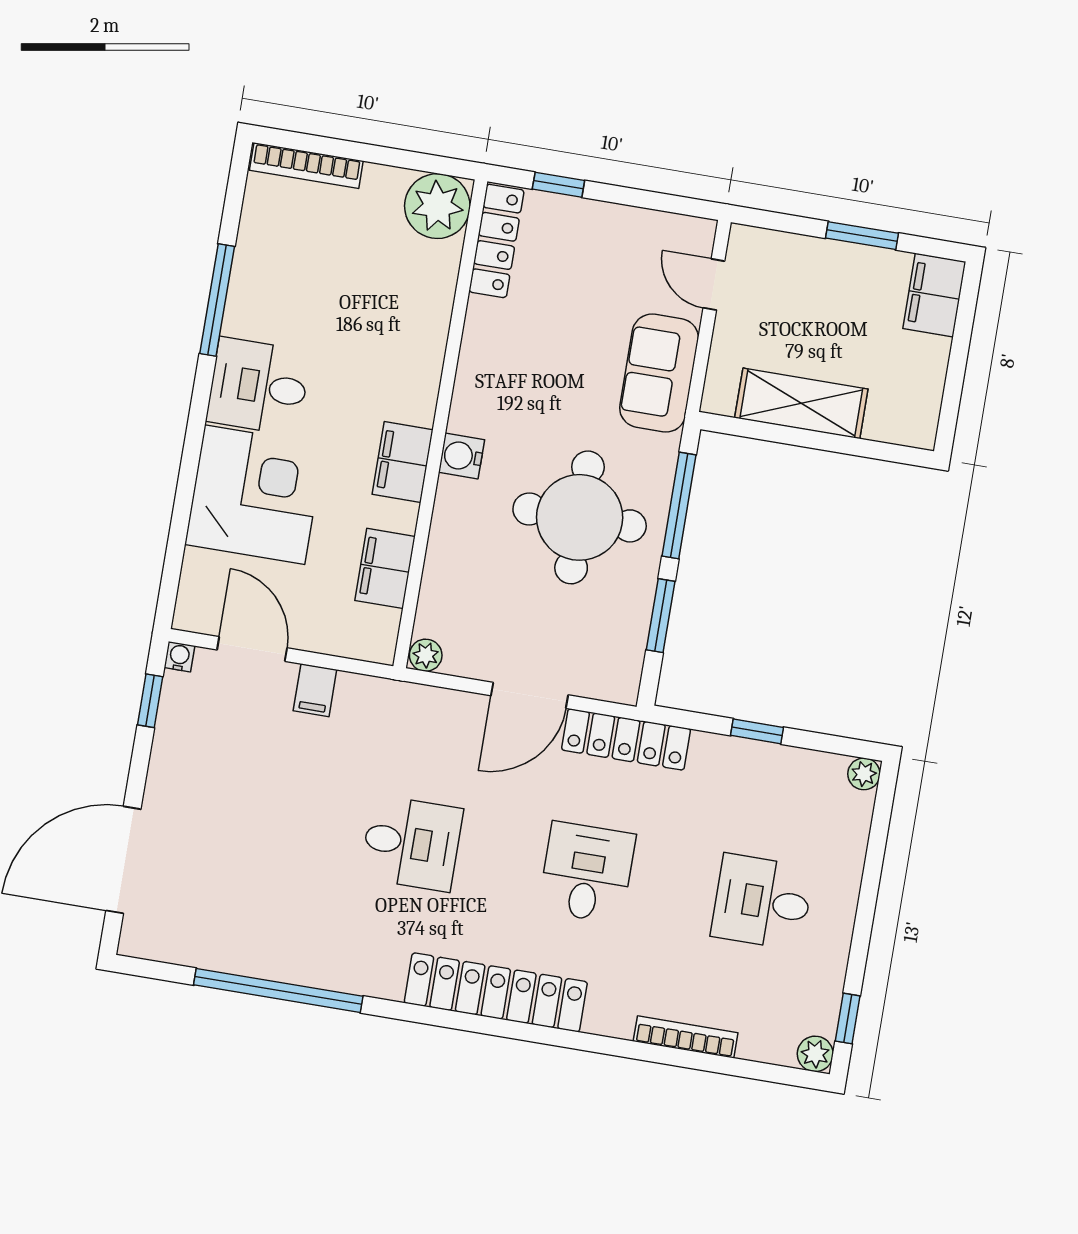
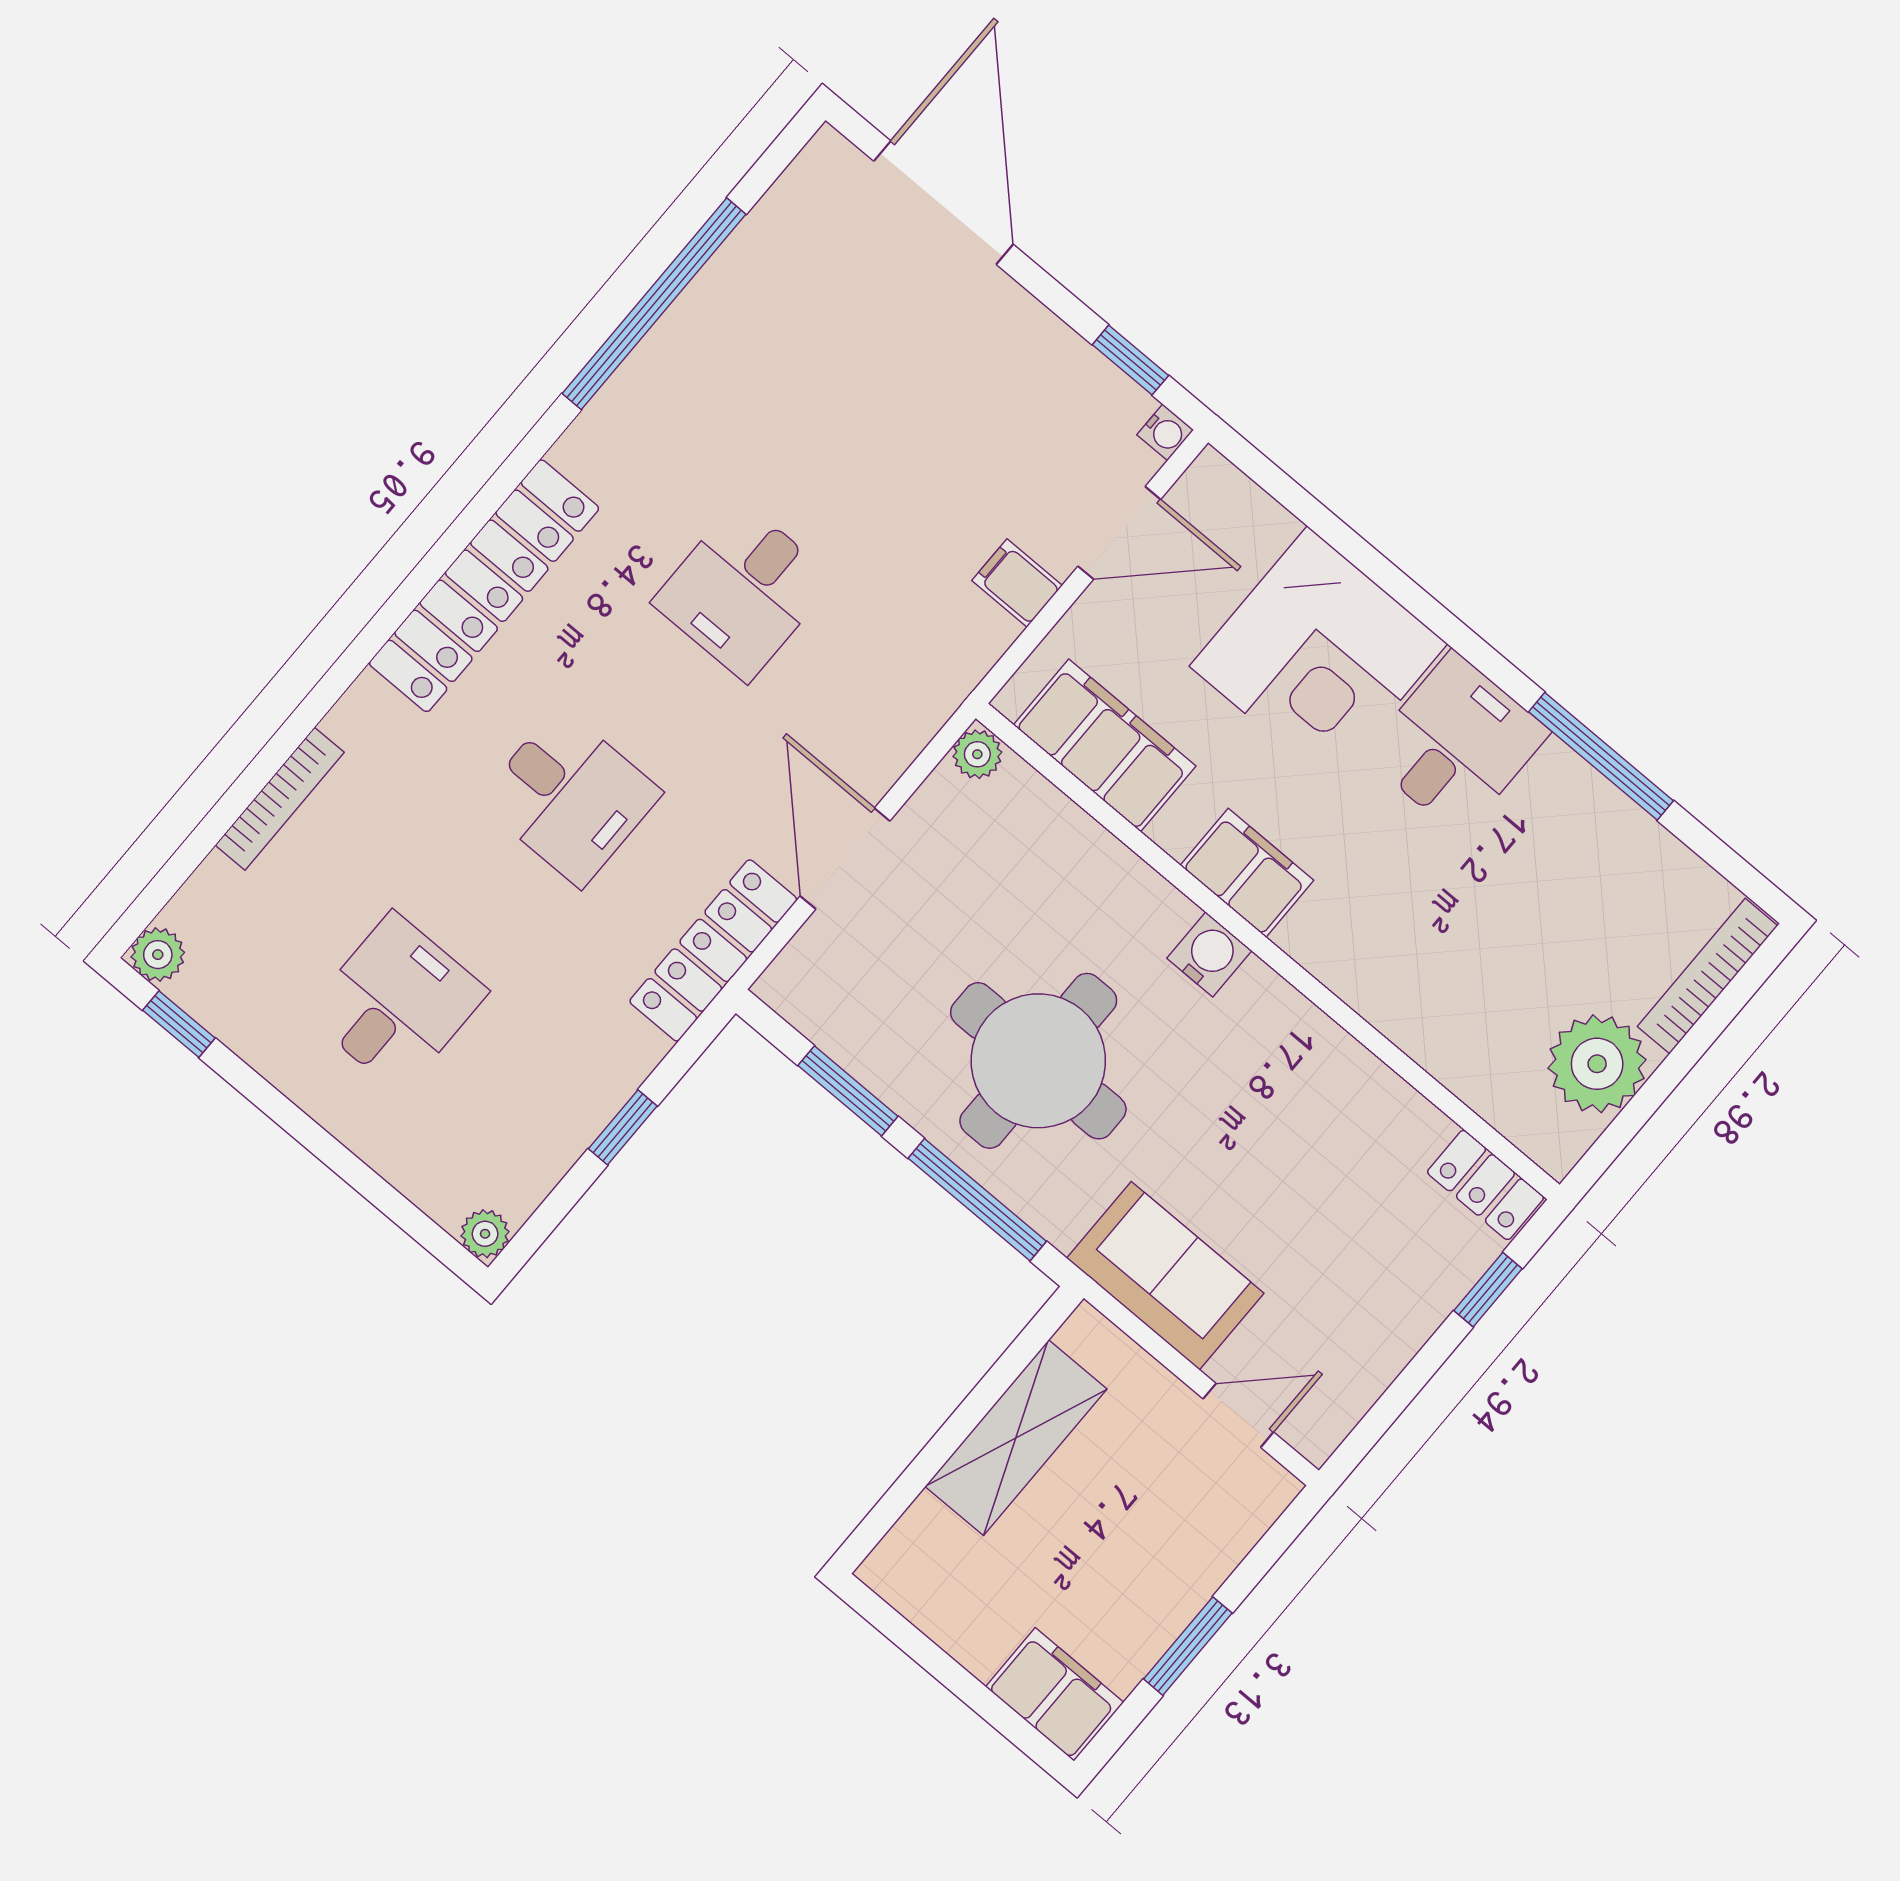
plant: (437, 206) -> (1597, 1064), moved
locker: (496, 241) -> (1485, 1185), width x0.66
filing cabinet: (385, 568) -> (1105, 745), width x1.50, depth x1.17

